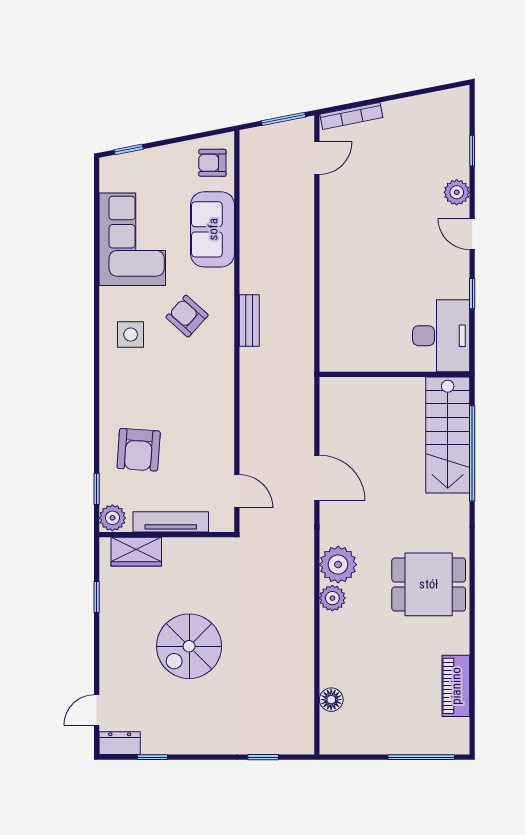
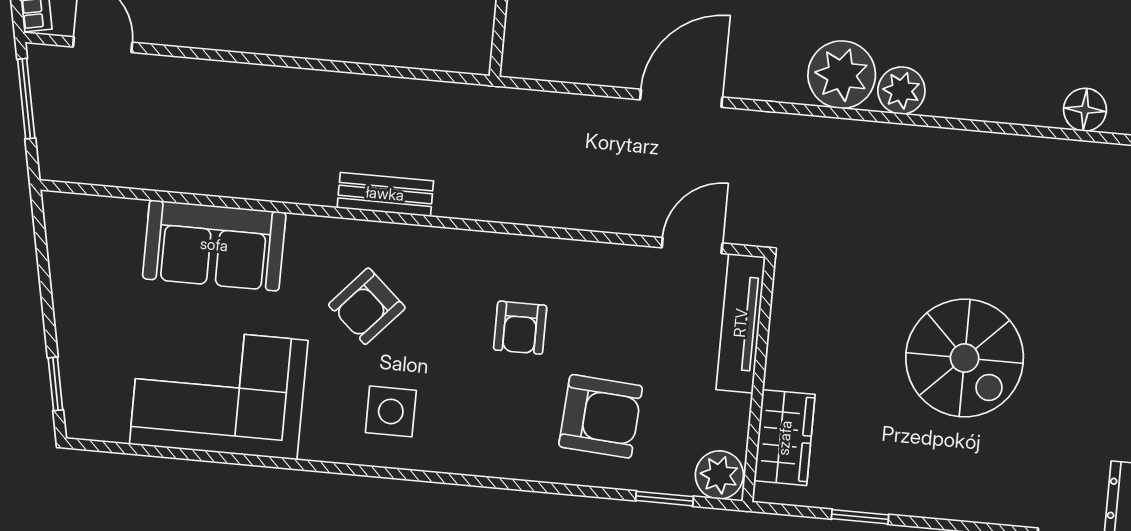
armchair: (212, 163) -> (520, 328), moved
tv unit: (171, 522) -> (741, 323), moved

